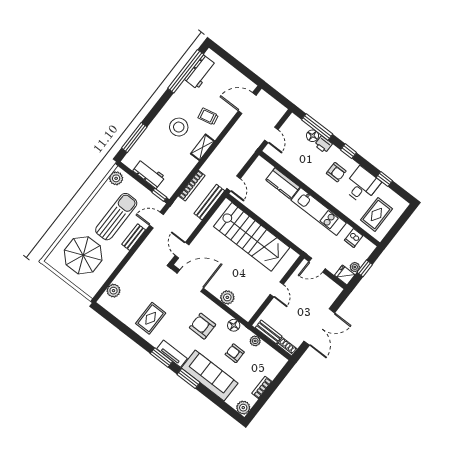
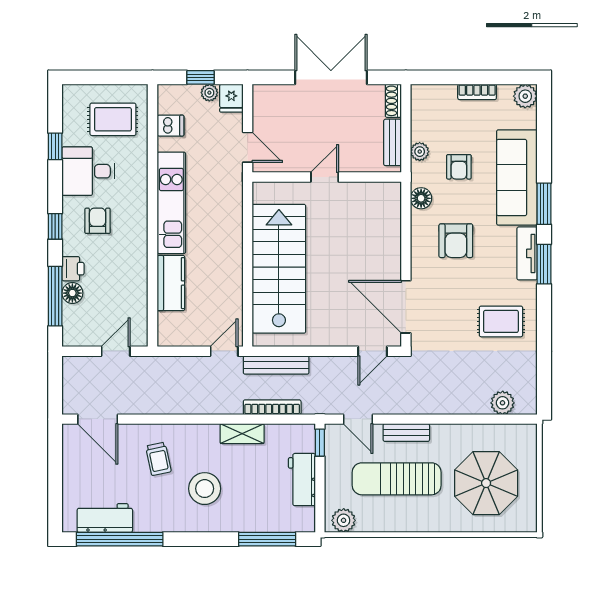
shelving: (202, 147) -> (242, 434), moved
plant: (227, 297) -> (389, 237), removed

